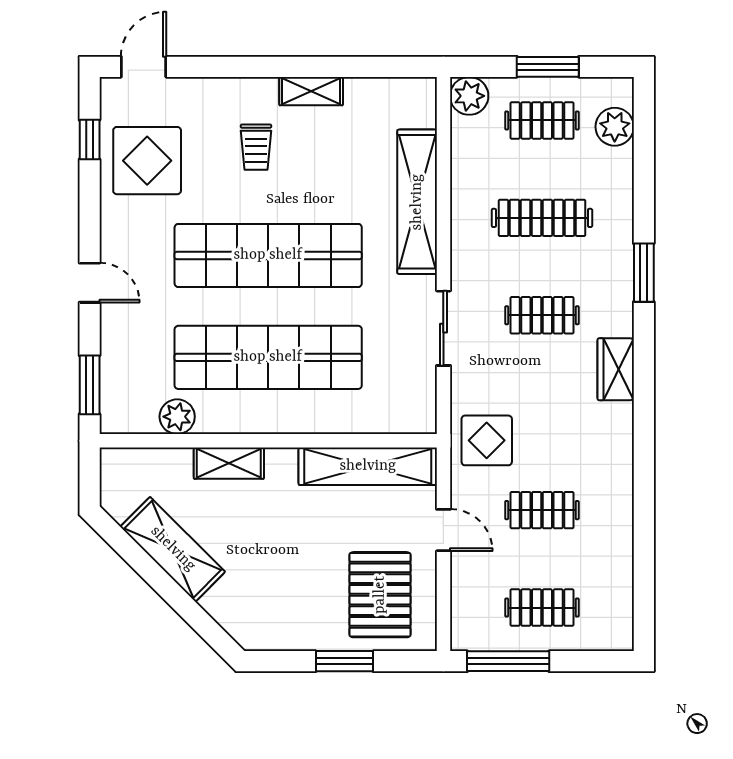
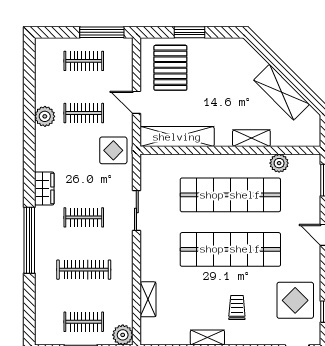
plant: (615, 127) -> (45, 116), moved
shelving: (417, 202) -> (148, 299), width x0.45, depth x0.75
window: (644, 273) -> (29, 240), width x2.11

